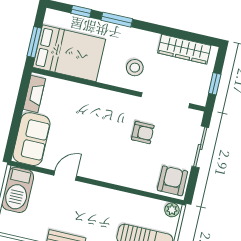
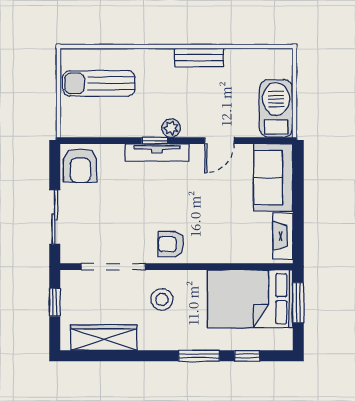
armchair: (143, 133) -> (171, 244), moved
tv unit: (113, 177) -> (157, 152), added
window: (113, 187) -> (155, 141), added
plant: (172, 210) -> (171, 128), moved

